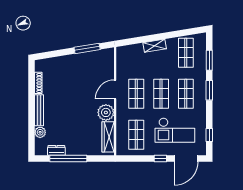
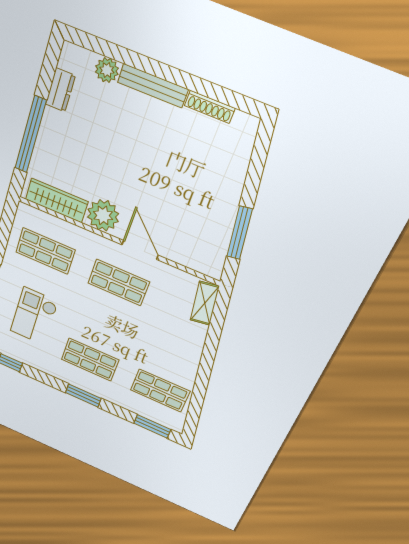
shelving: (155, 46) -> (205, 303), moved
window: (209, 60) -> (152, 426), moved
shop shelf: (161, 94) -> (104, 322), removed
checkout: (175, 130) -> (34, 316), width x0.73, depth x0.83
window: (68, 159) -> (30, 135), moved

